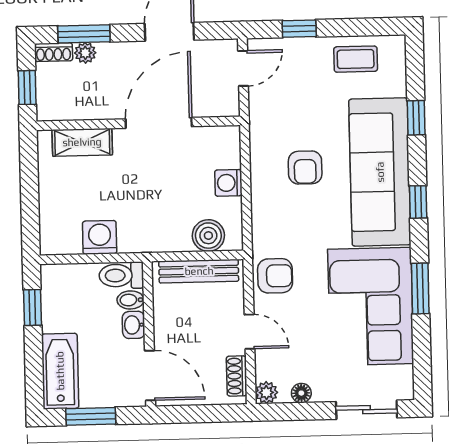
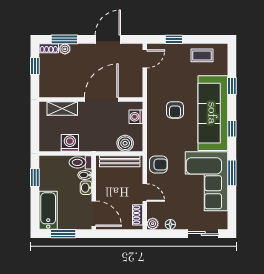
wall: (138, 123) -> (91, 100), moved
door: (159, 123) -> (101, 100), moved
shelving: (82, 142) -> (62, 109), moved

